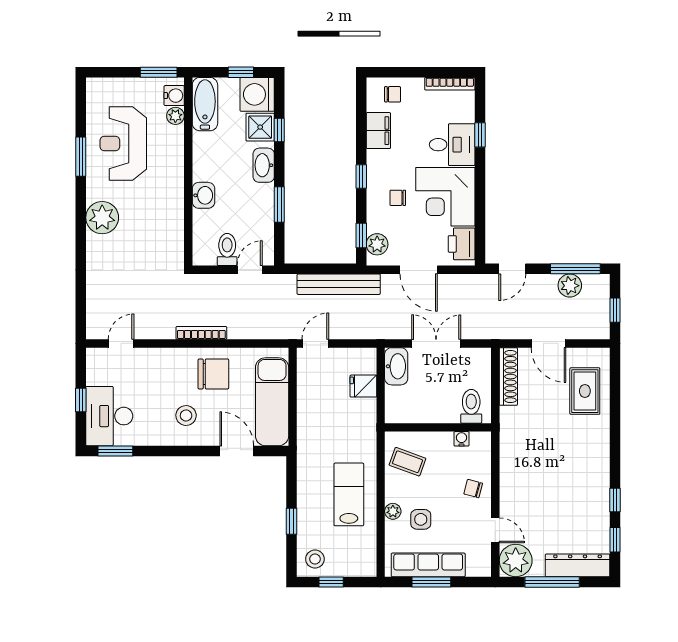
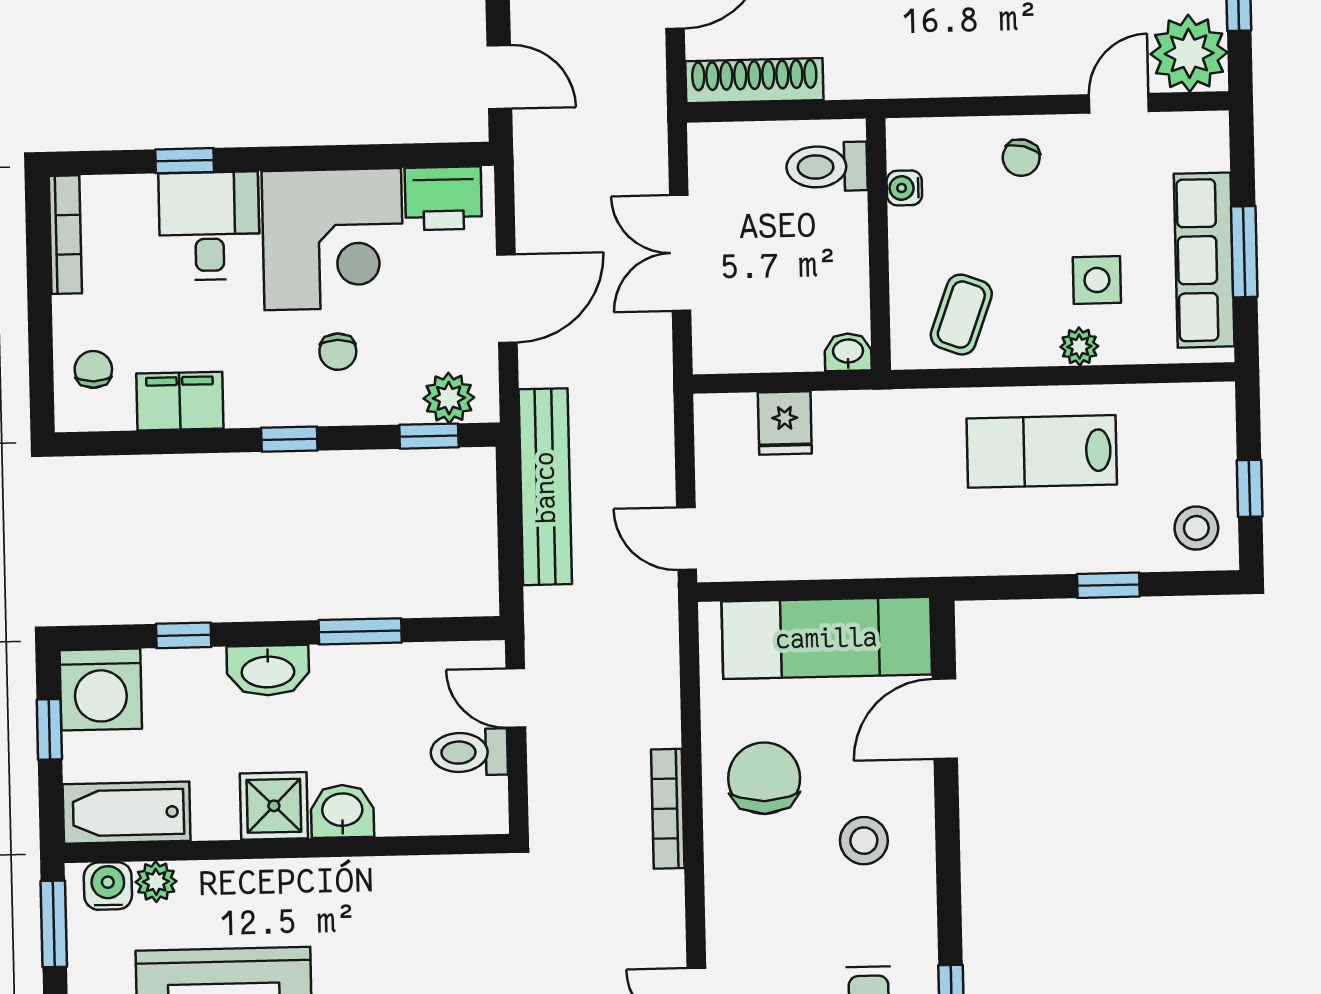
shower: (260, 127) -> (274, 806), moved
washbasin: (396, 366) -> (848, 352), moved, width x0.52, depth x0.69

